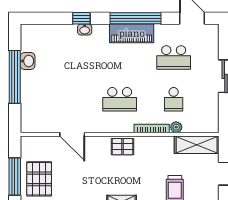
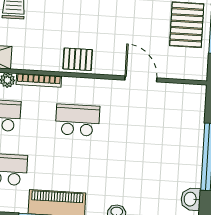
washbasin: (28, 61) -> (191, 199), moved

